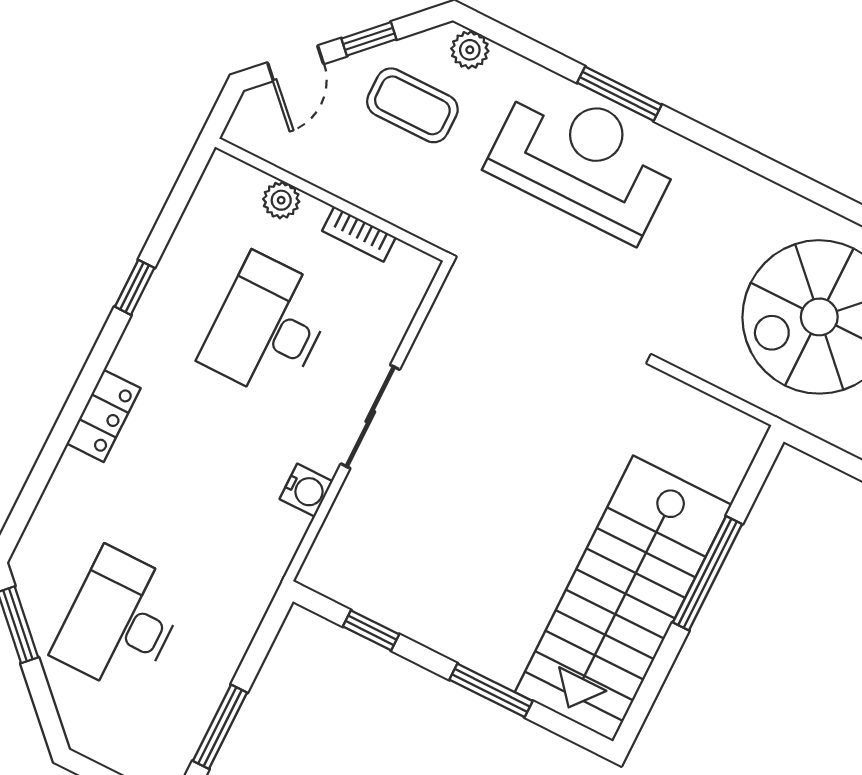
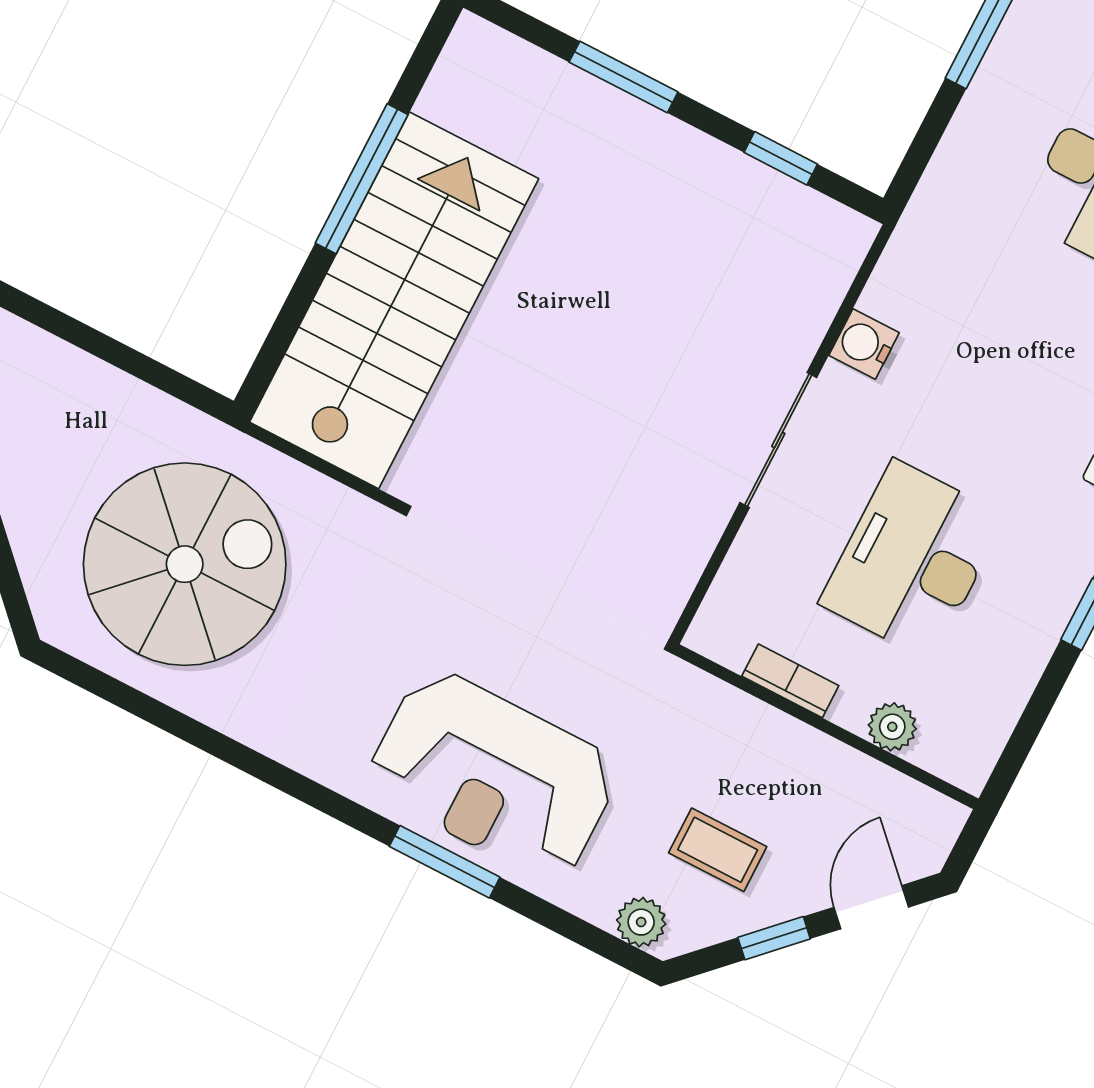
coffee table: (412, 105) -> (718, 850), width x0.73, depth x0.77
desk: (267, 327) -> (912, 560), turned 180
window: (707, 573) -> (362, 179), moved
stairs: (623, 598) -> (394, 300), moved

